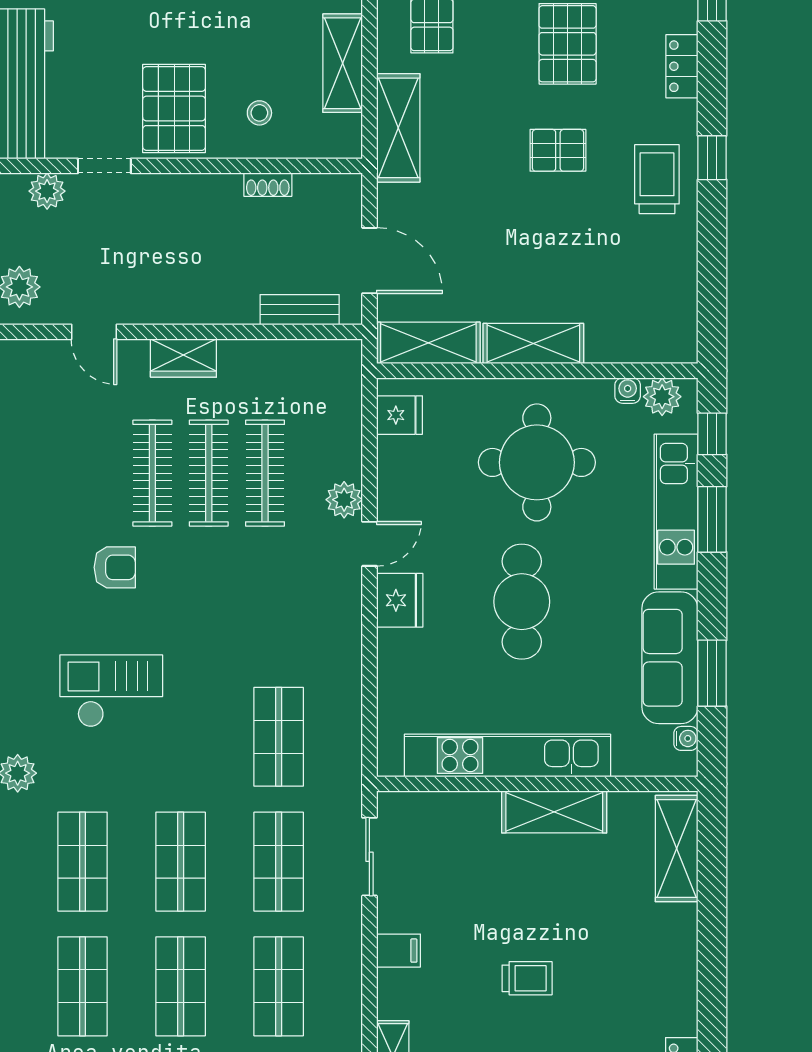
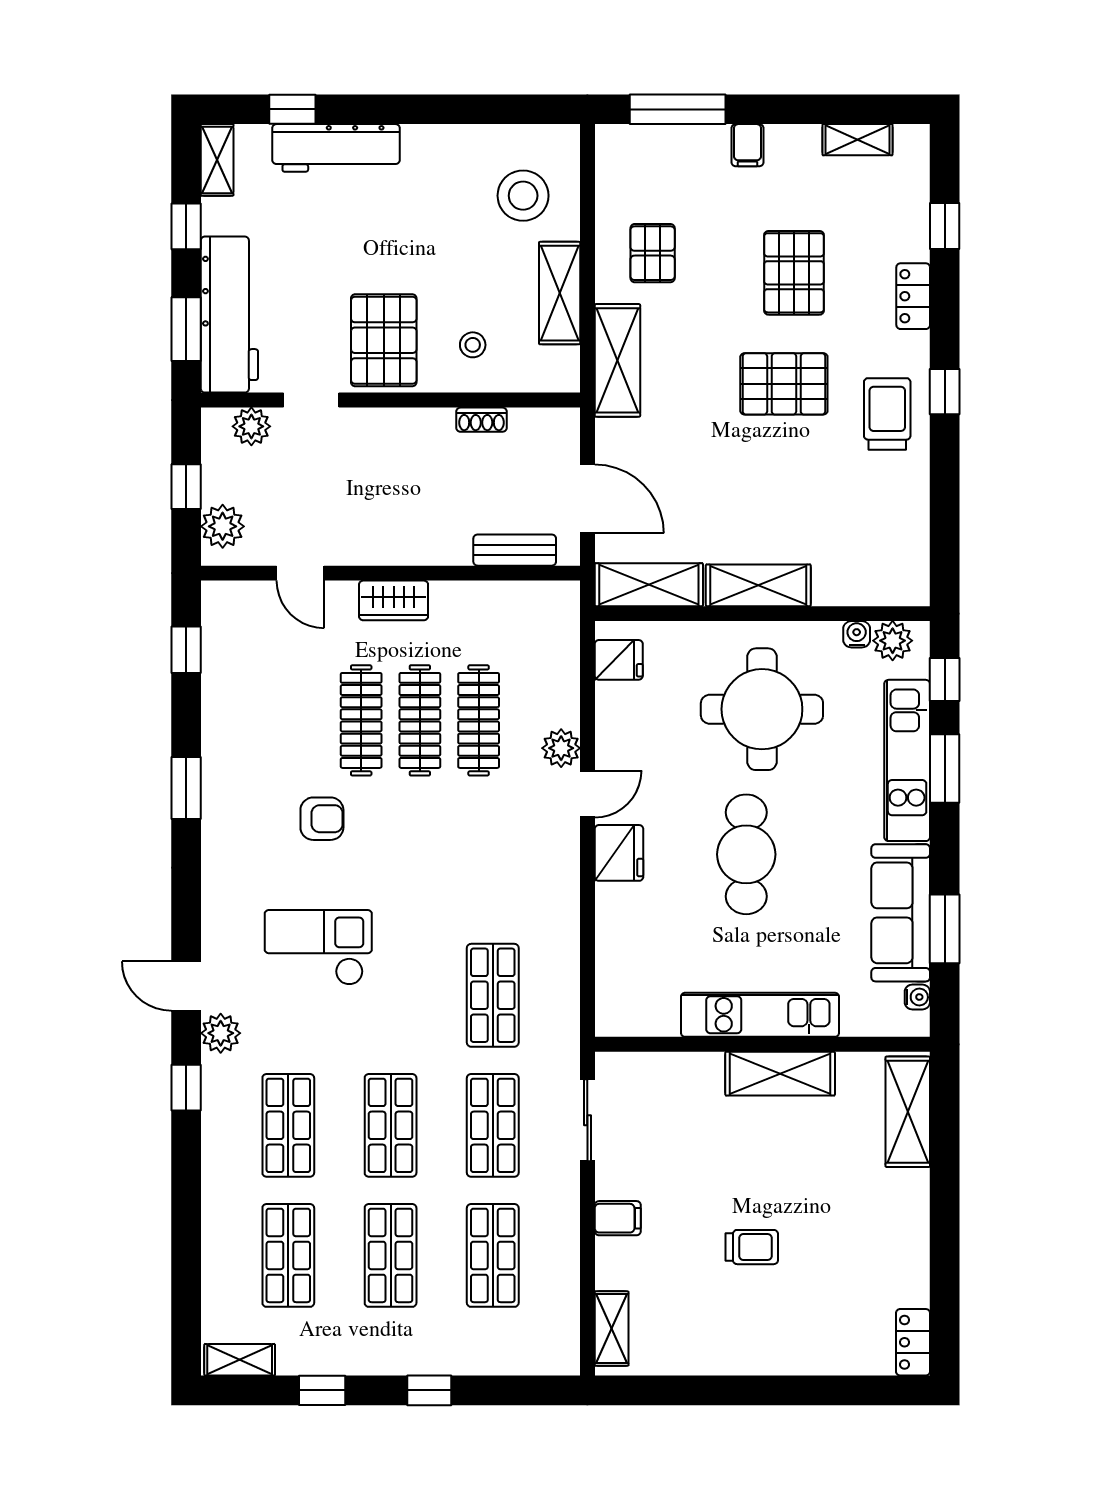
pallet: (558, 150) -> (784, 384), width x1.50, depth x1.42
kitchen unit: (507, 756) -> (760, 1015), width x0.73

